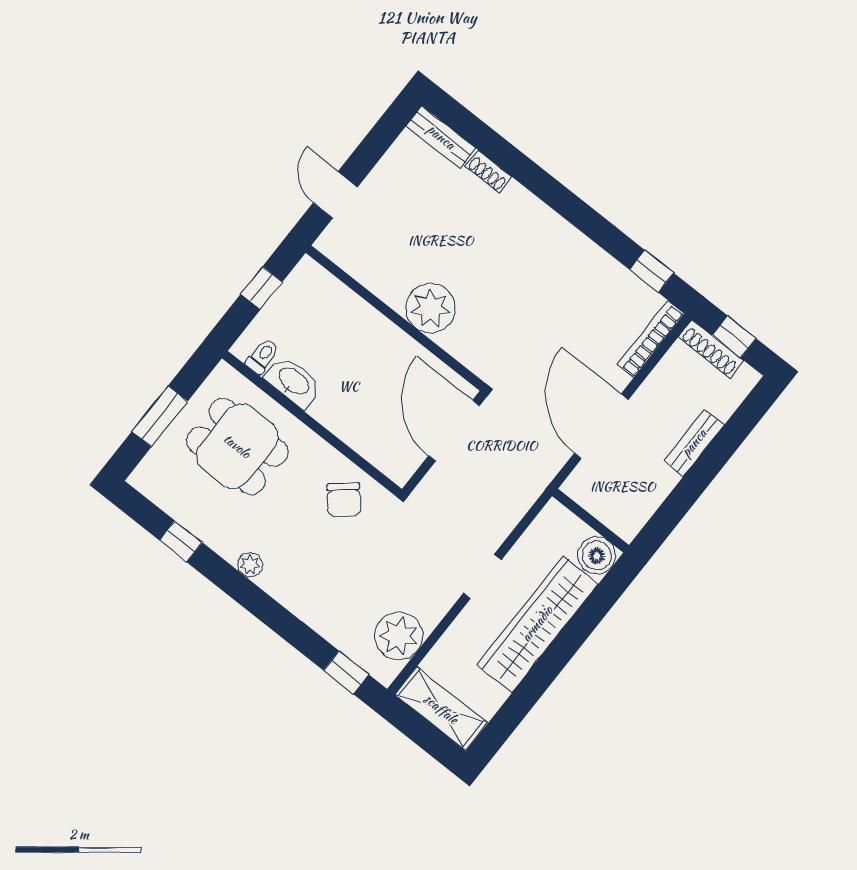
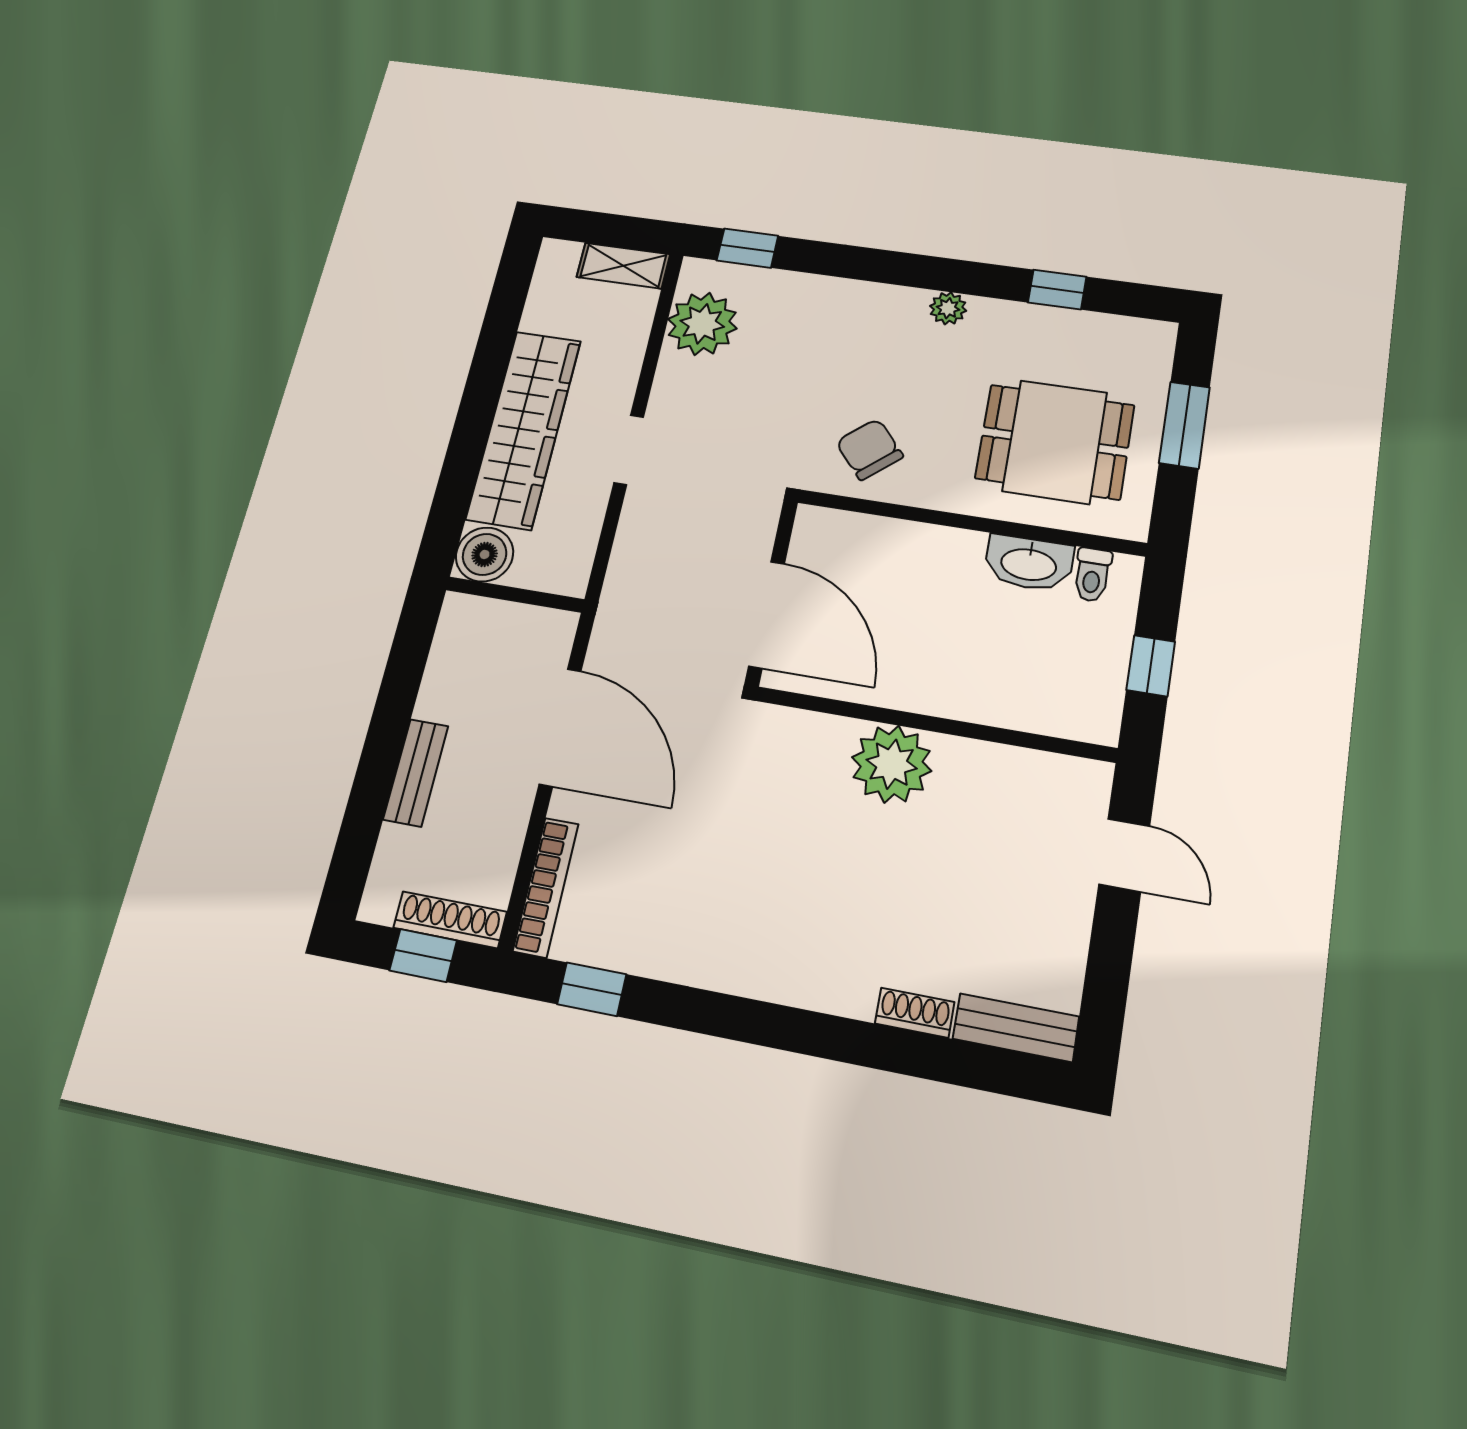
shelving: (441, 709) -> (623, 266), width x0.67, depth x0.75

